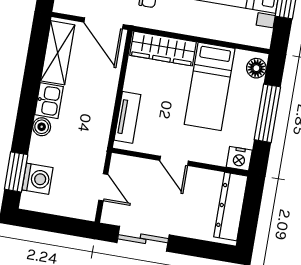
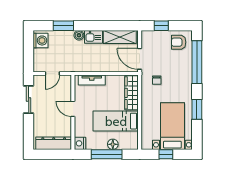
door: (104, 23) -> (140, 59), hinge flipped
floor lamp: (256, 68) -> (113, 144), moved
door: (174, 161) -> (73, 109), hinge flipped
window: (16, 172) -> (63, 26), moved
washing machine: (37, 179) -> (41, 40), moved, turned -90

